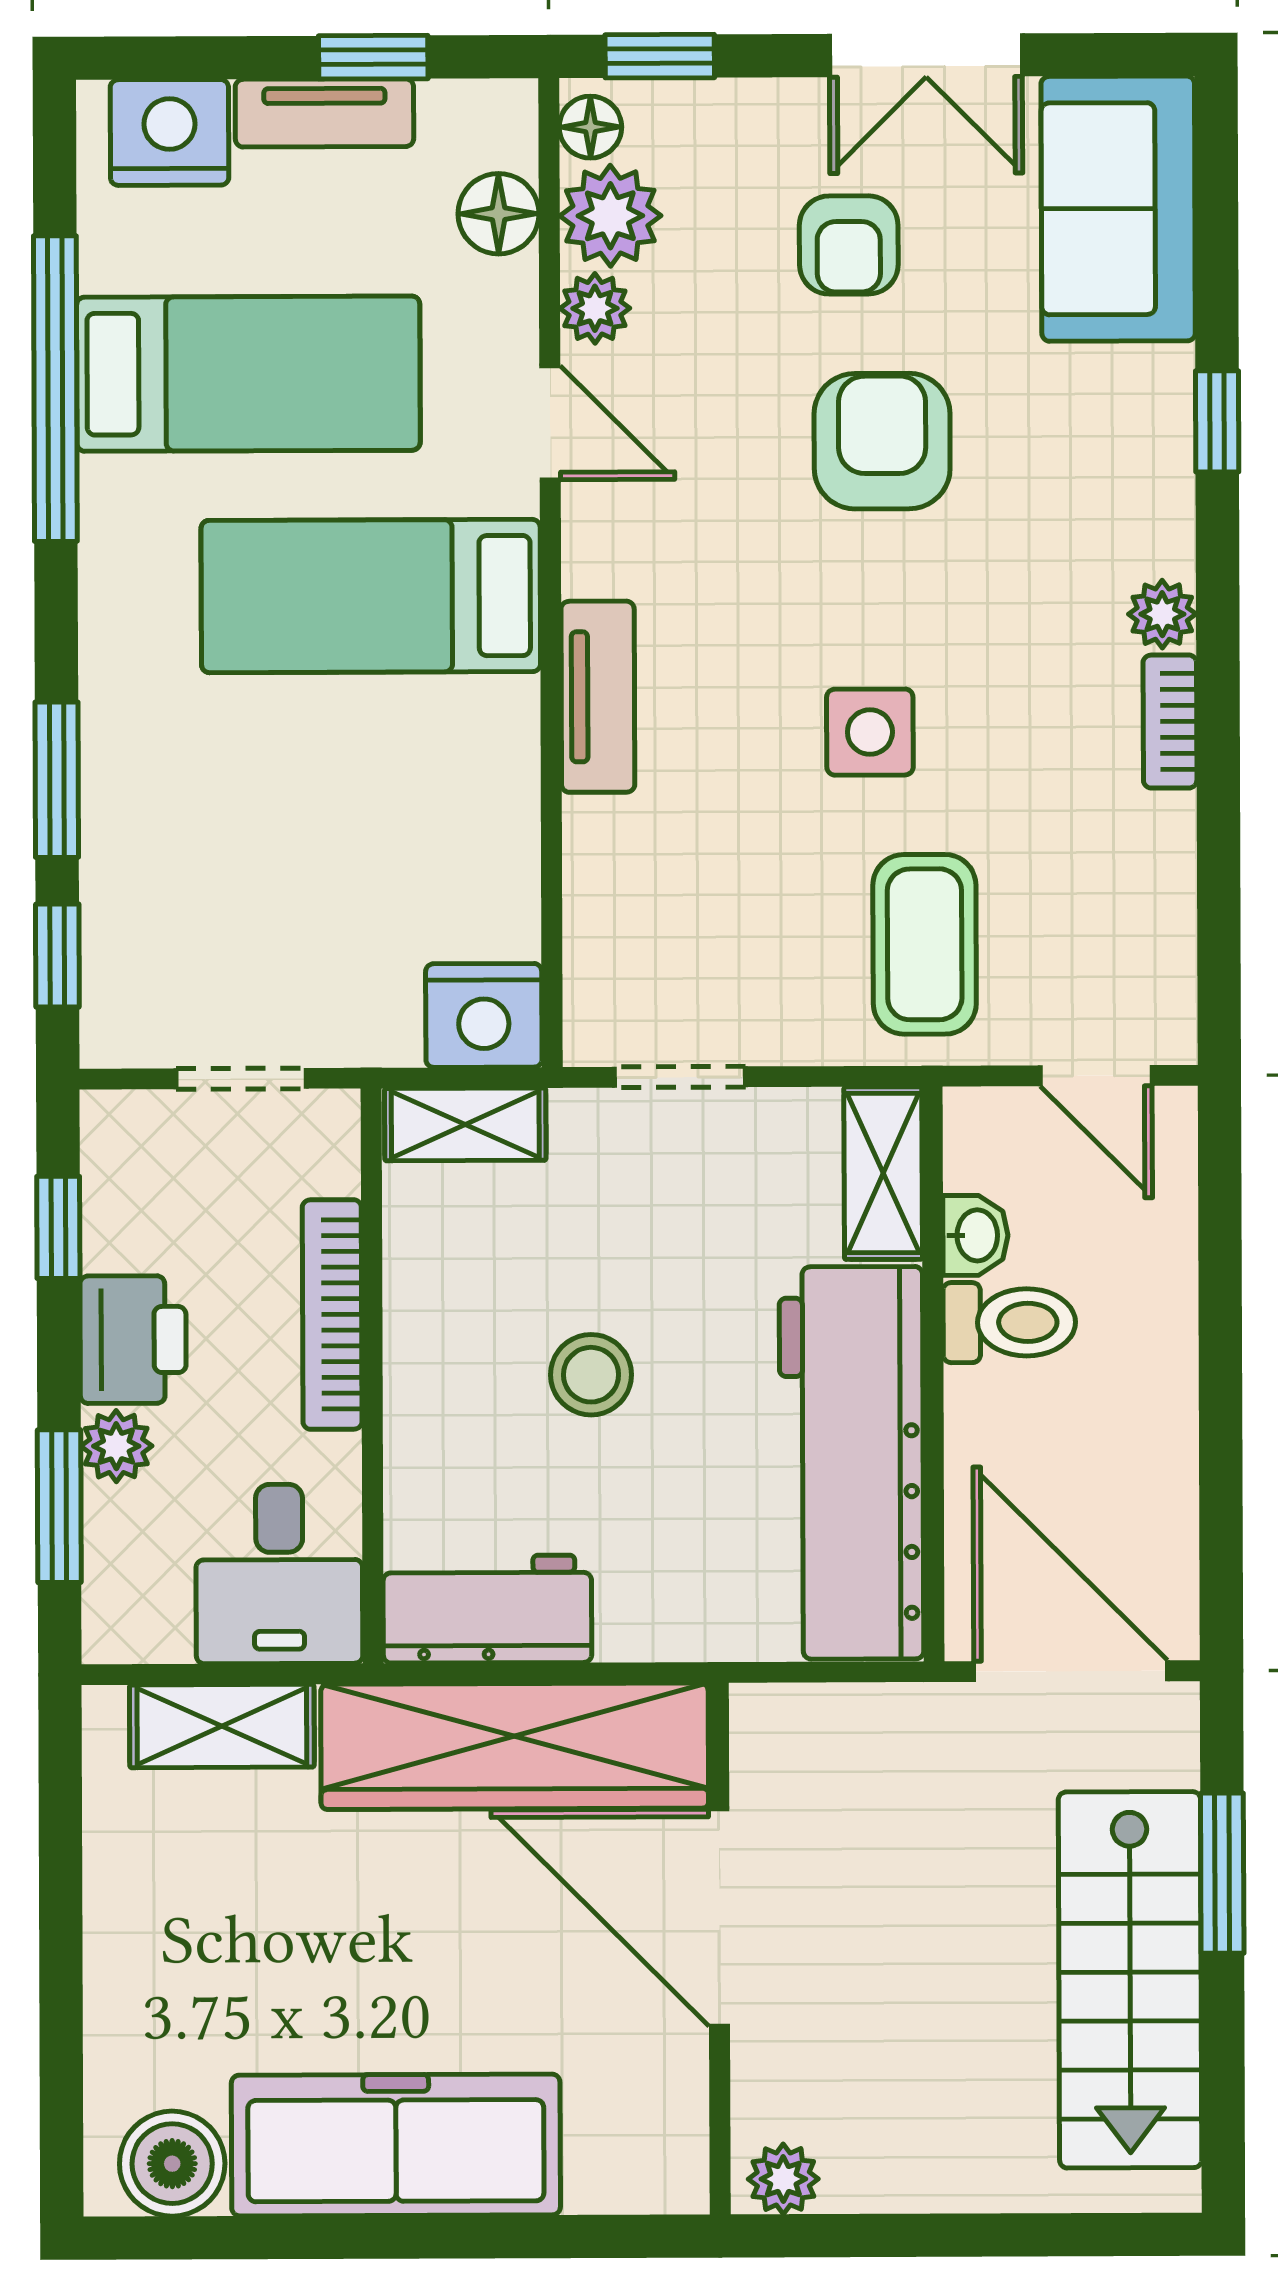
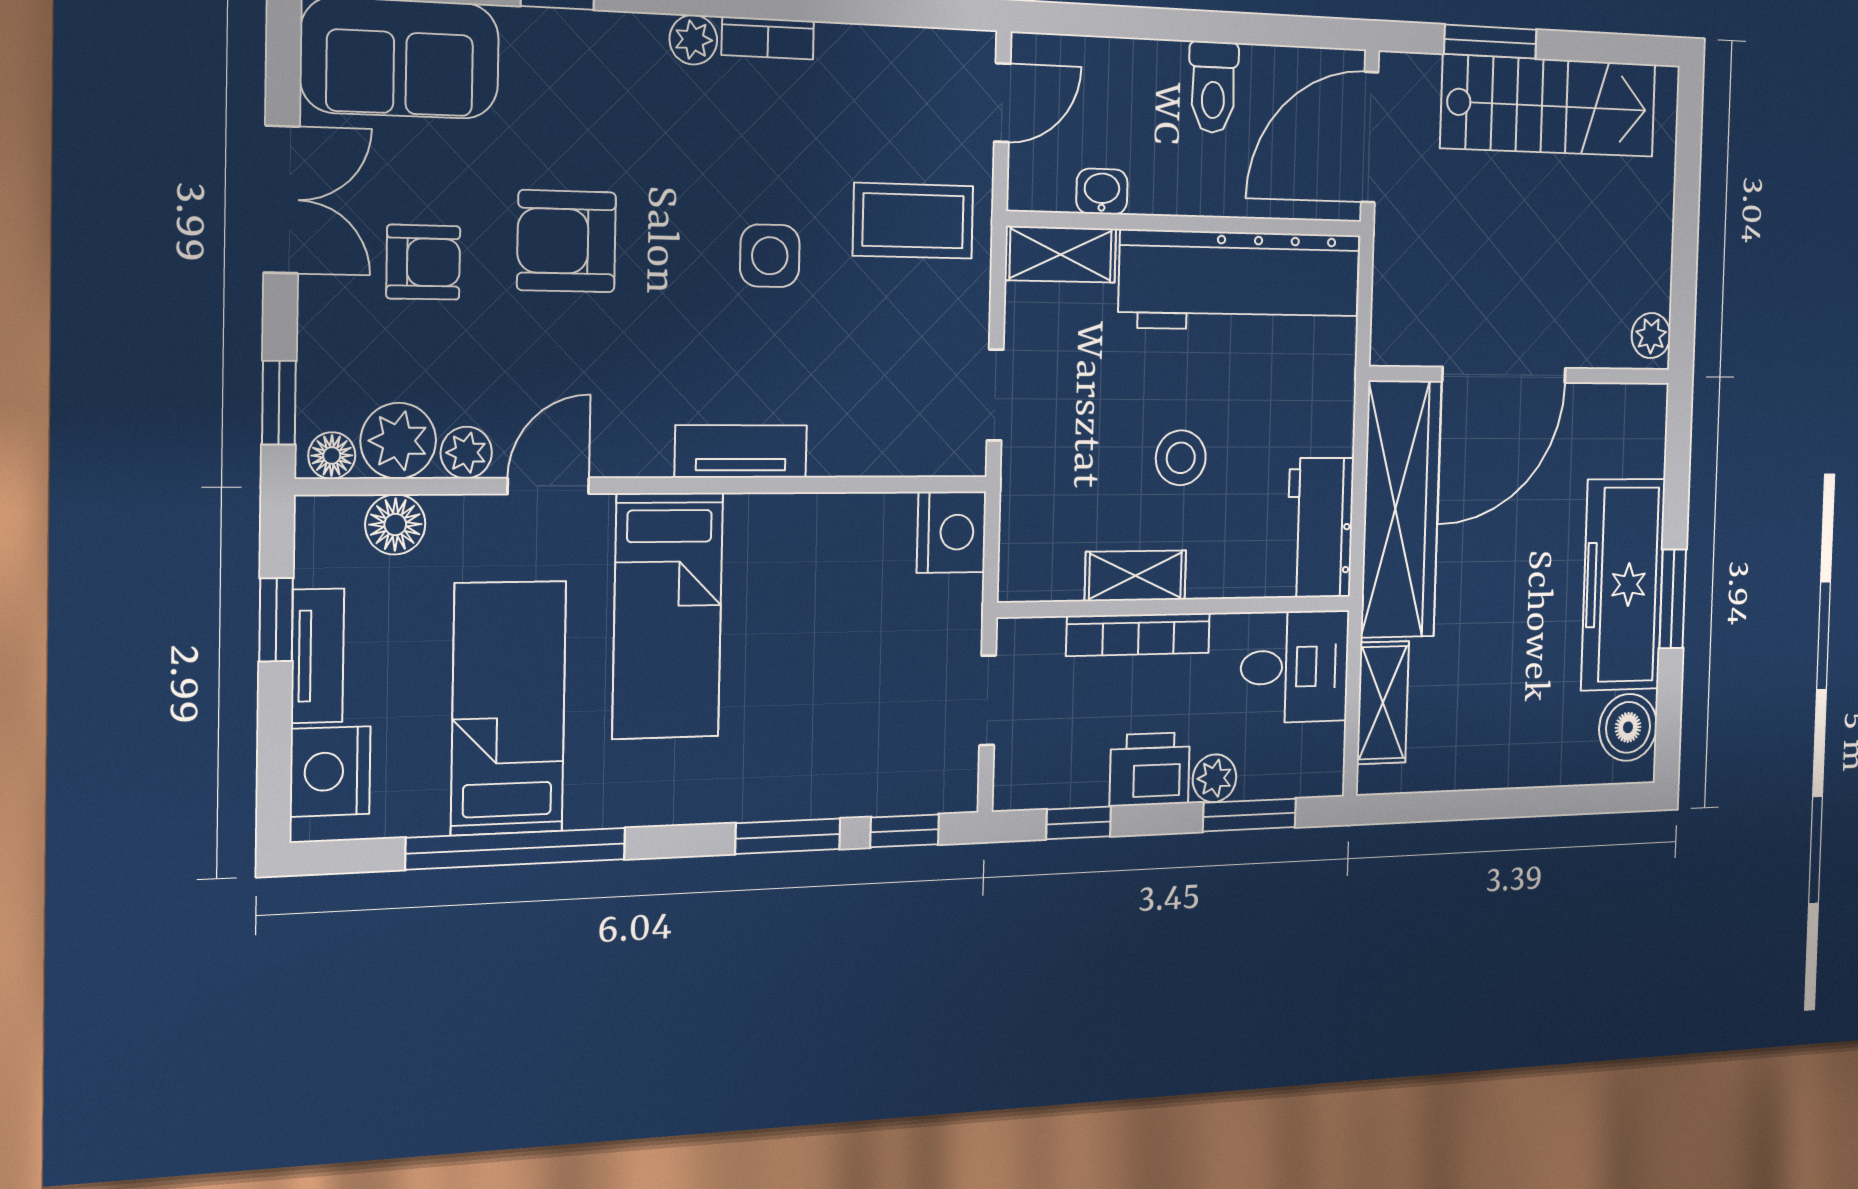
shelving: (465, 1124) -> (1135, 576), moved, turned 90
toilet: (1009, 1322) -> (1213, 87), moved, turned 180
window: (372, 2237) -> (1673, 599), added

